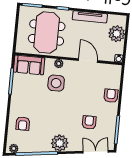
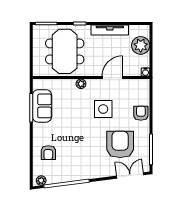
door: (88, 61) -> (112, 78), hinge flipped
sofa: (29, 65) -> (42, 106), moved, turned -90
side table: (56, 83) -> (103, 109), moved
armchair: (89, 122) -> (120, 144), width x1.88, depth x1.88
plant: (60, 143) -> (90, 170), removed

